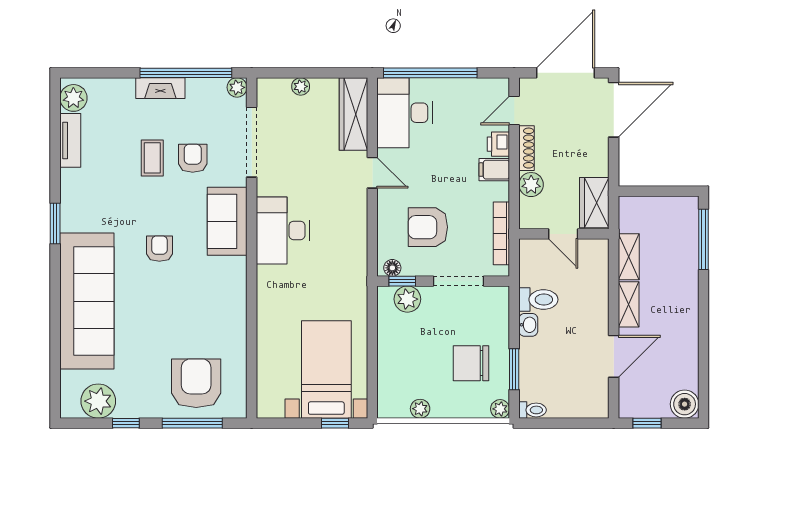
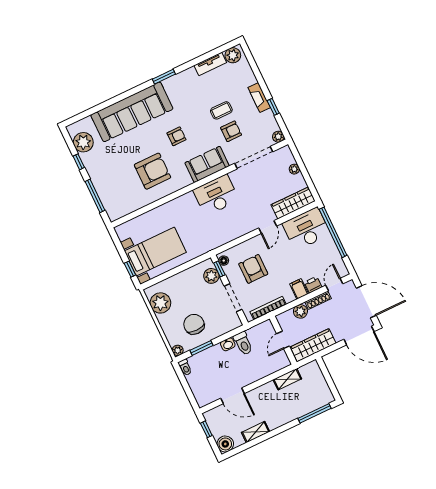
window: (186, 73) -> (273, 107), width x0.32
door: (514, 111) -> (334, 285), hinge flipped
wardrobe: (594, 203) -> (313, 345), width x1.50
shelving: (629, 304) -> (256, 432), moved
armchair: (196, 383) -> (153, 171), moved
plant: (420, 409) -> (160, 303), width x1.88, depth x1.88

